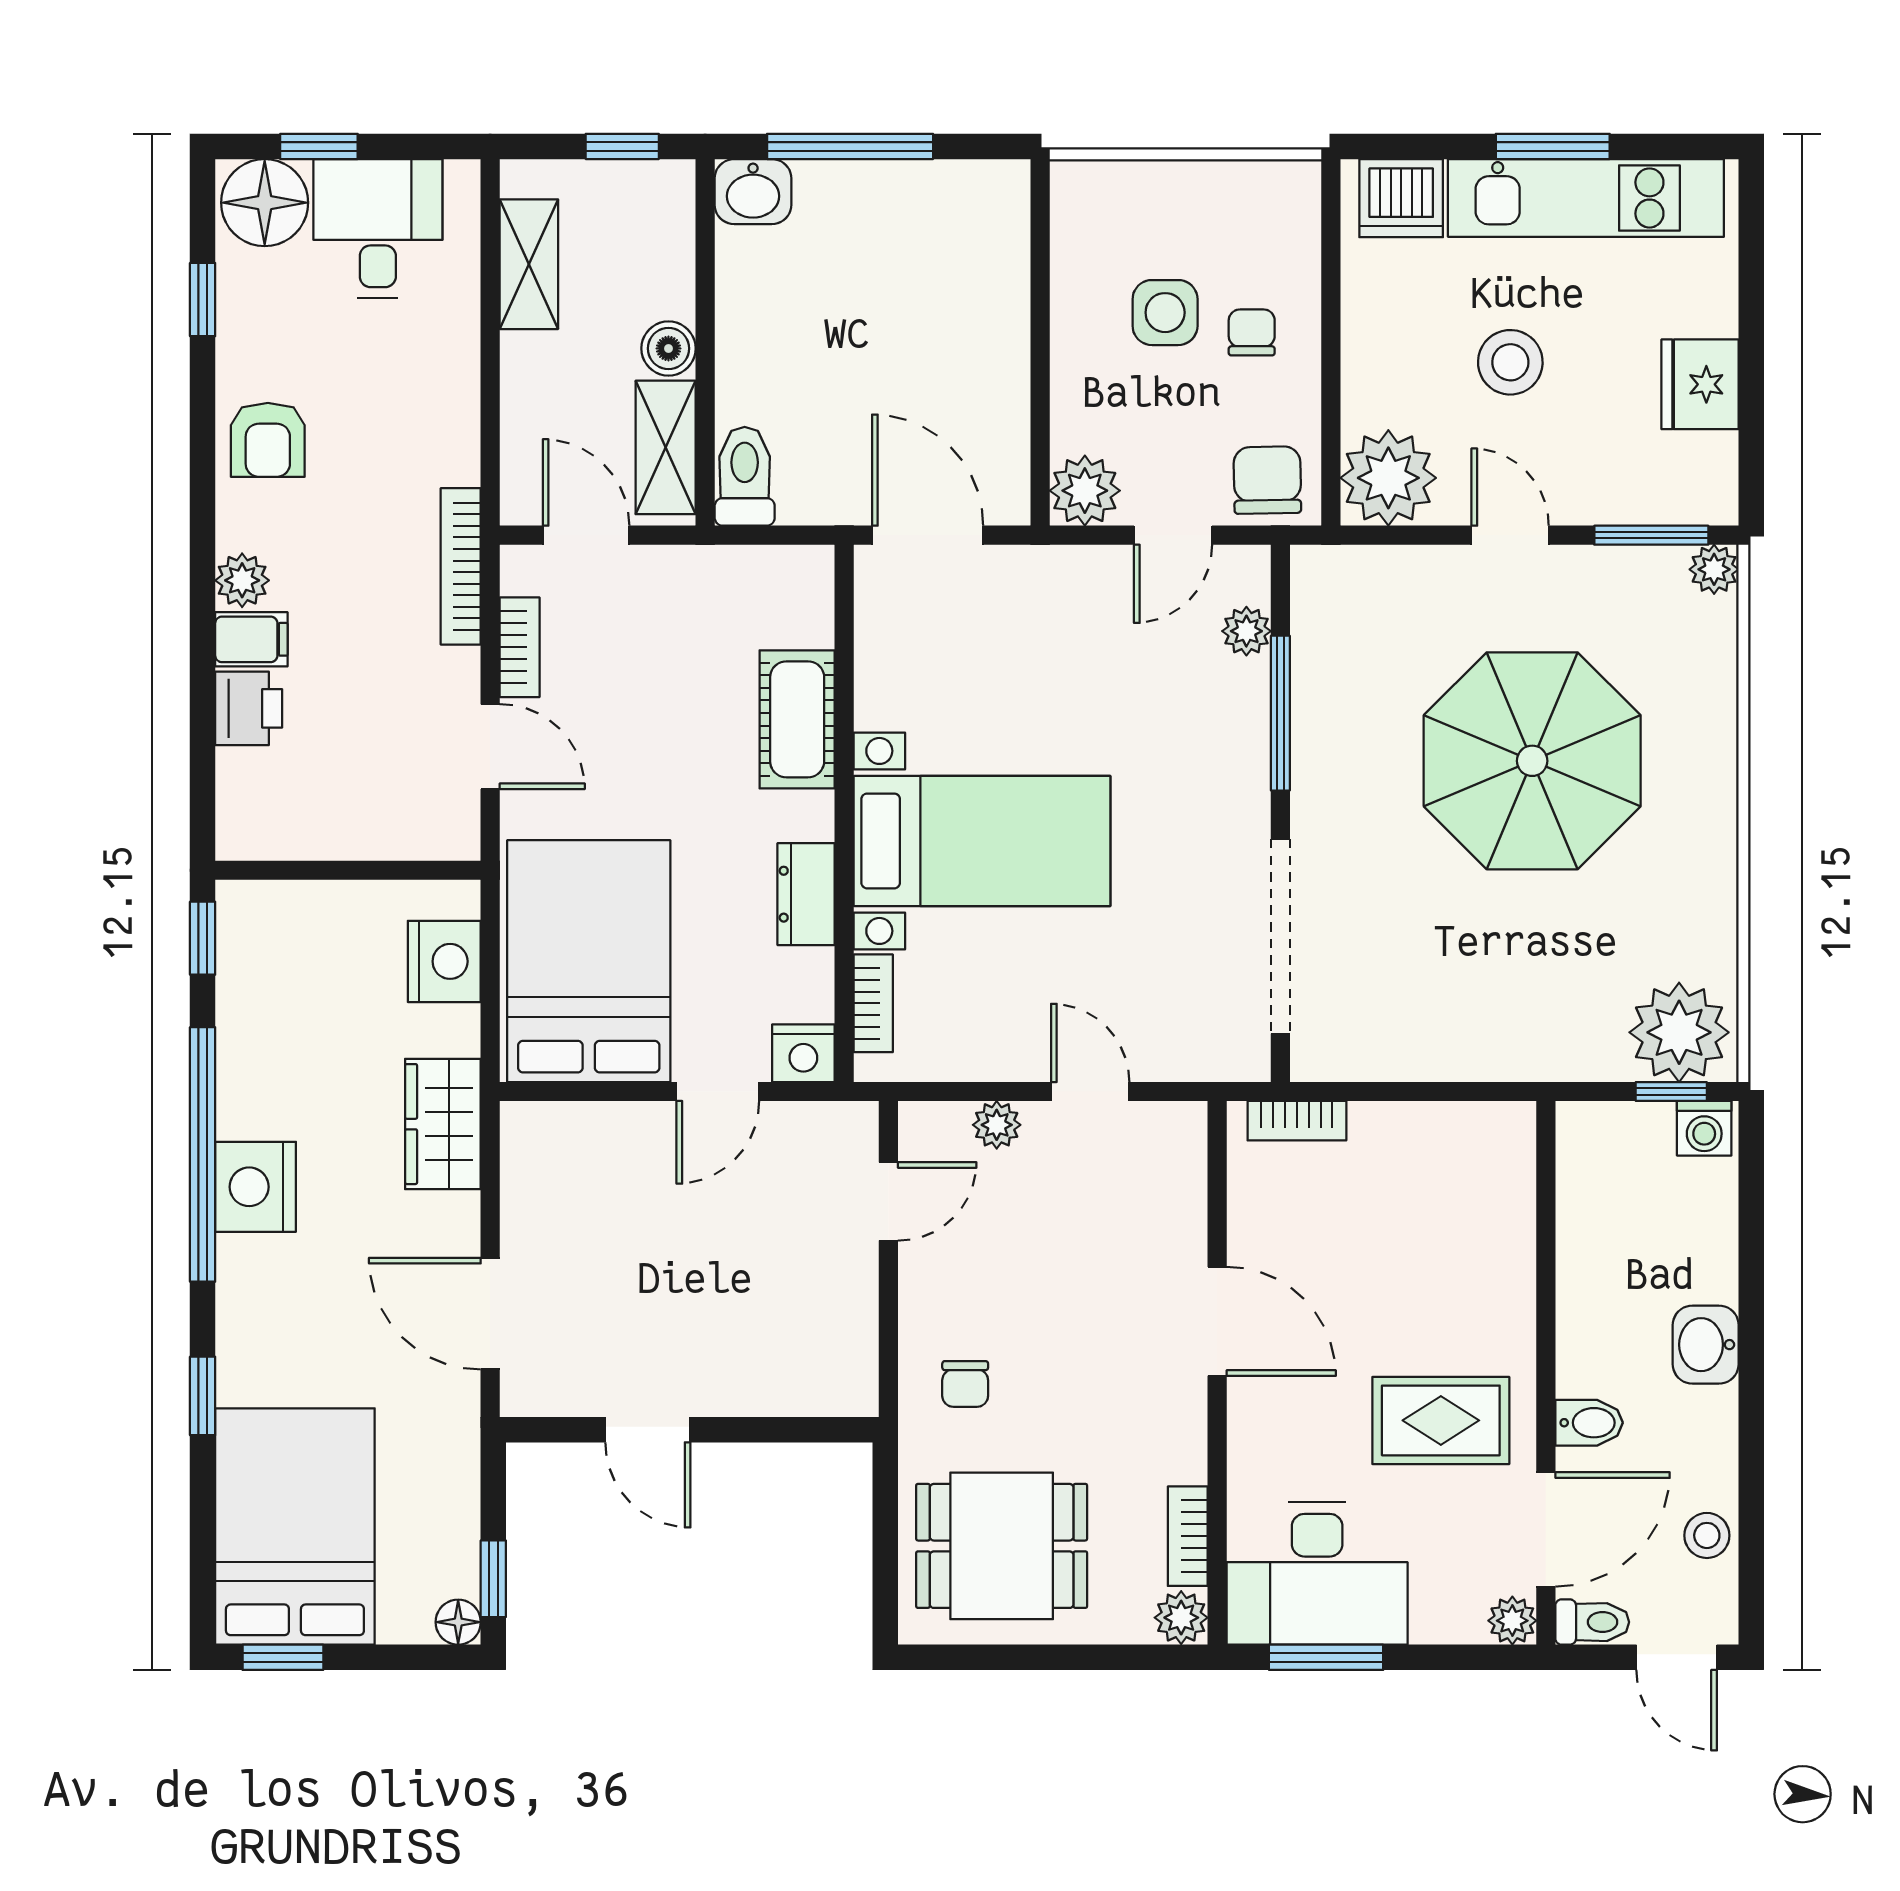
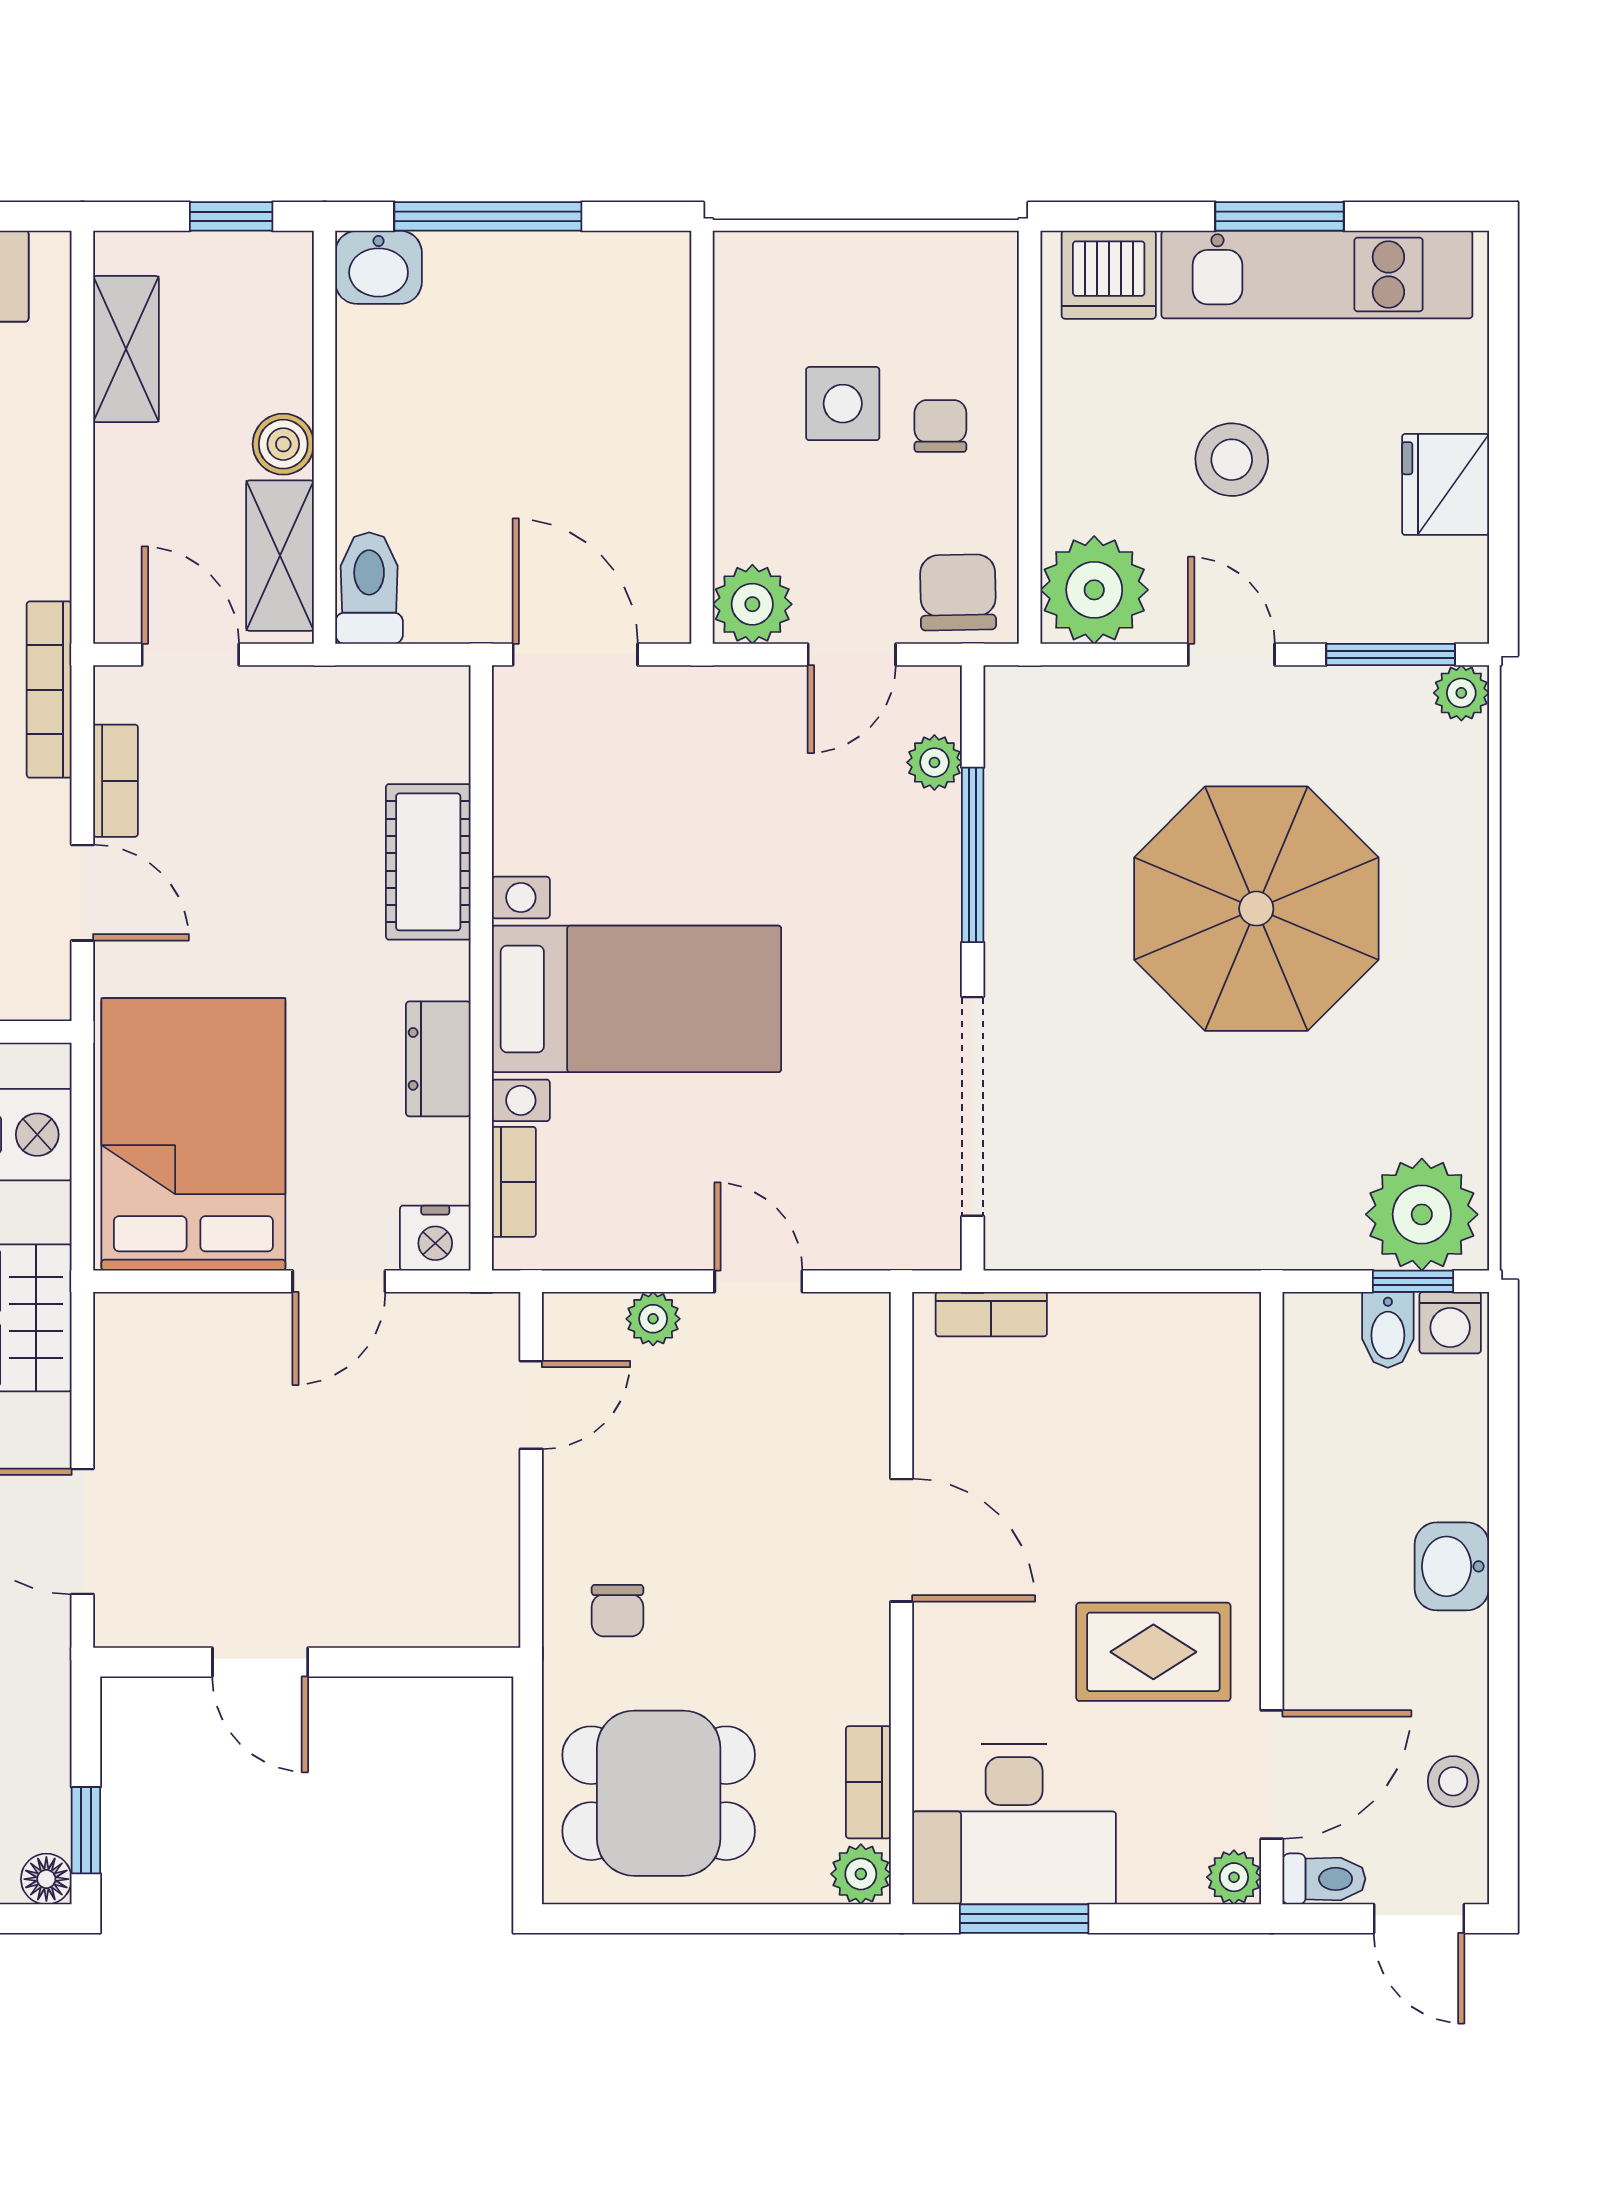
bidet: (1589, 1423) -> (1388, 1330), moved, turned 90

